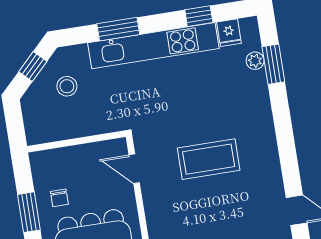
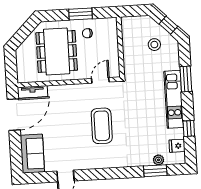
kitchen unit: (153, 46) -> (174, 99), width x0.73

